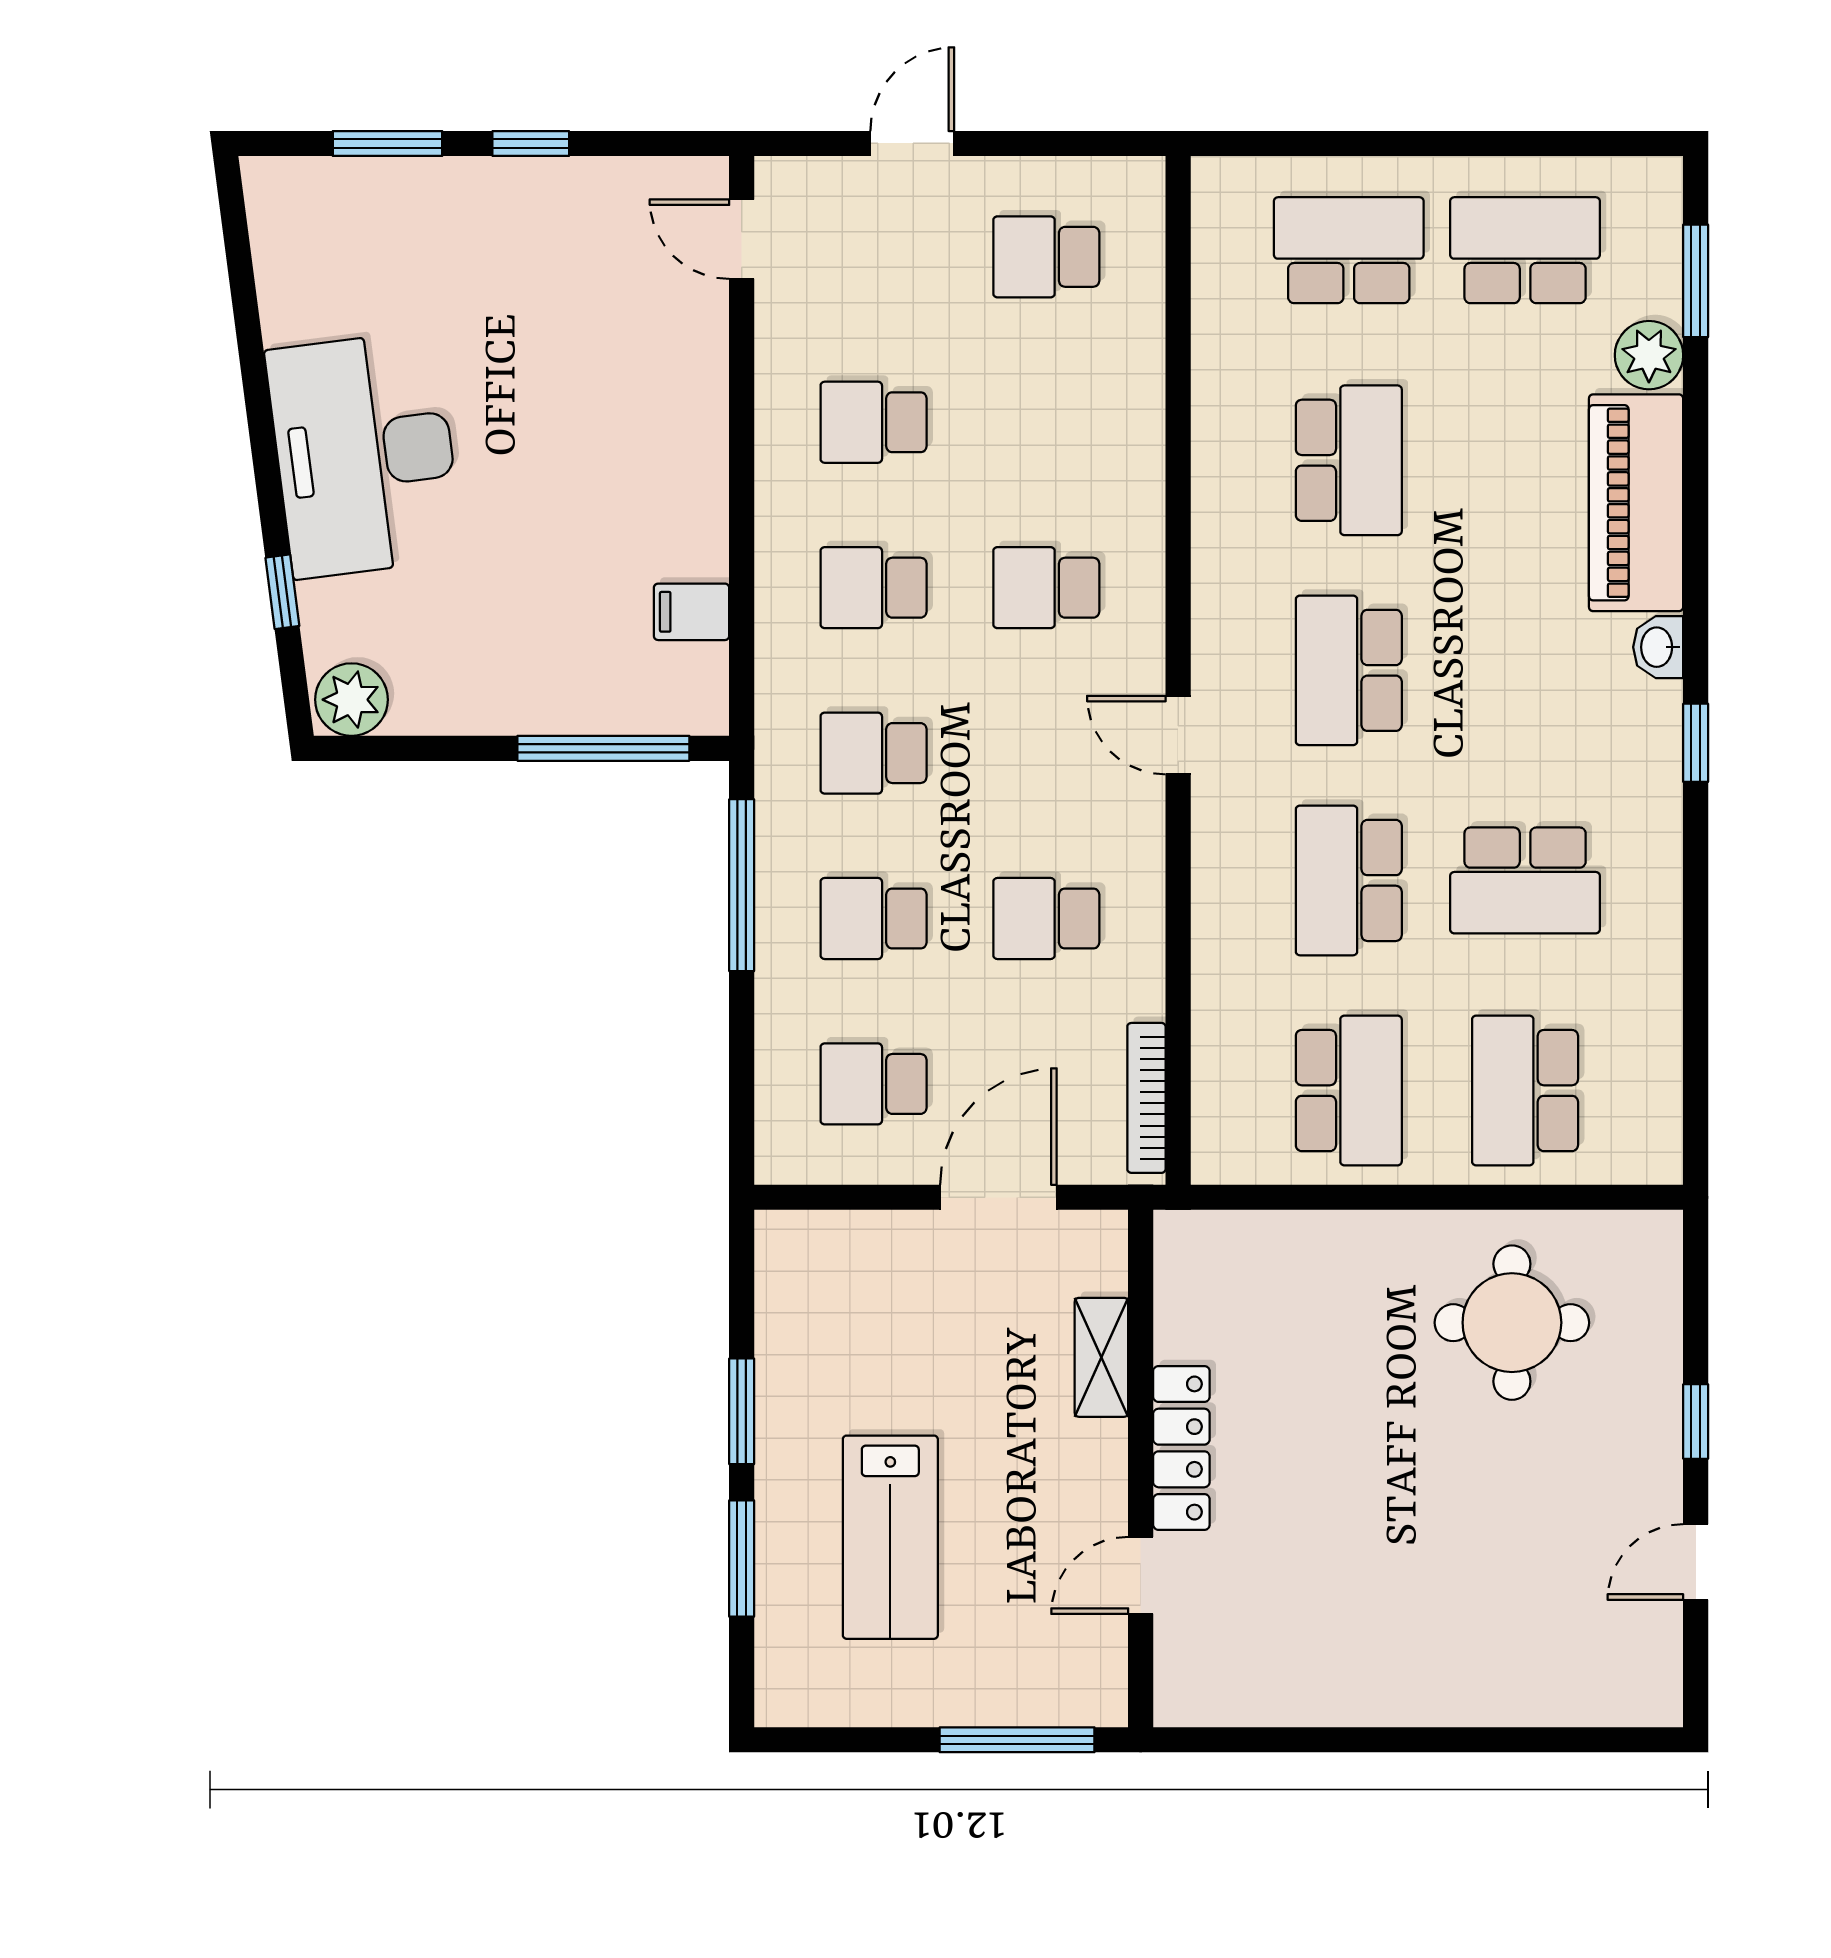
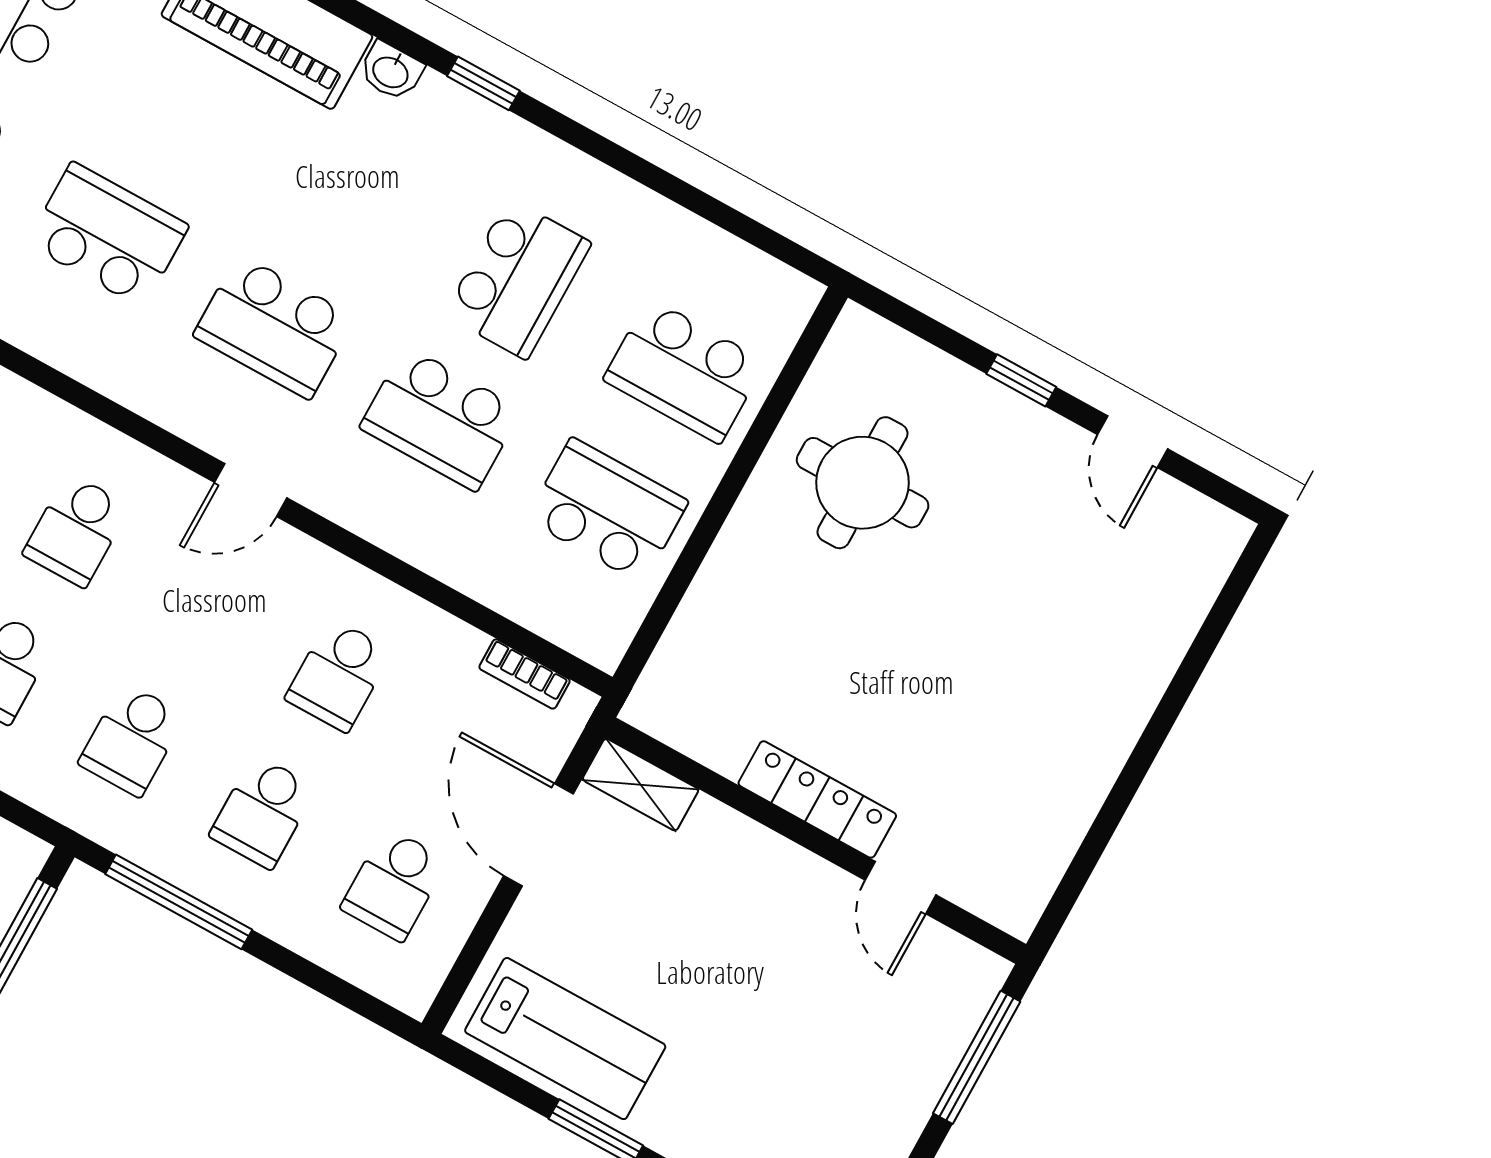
bookcase: (1146, 1098) -> (524, 674), width x0.64
shelving: (1101, 1357) -> (641, 785), moved
lab bench: (890, 1537) -> (565, 1039), moved

